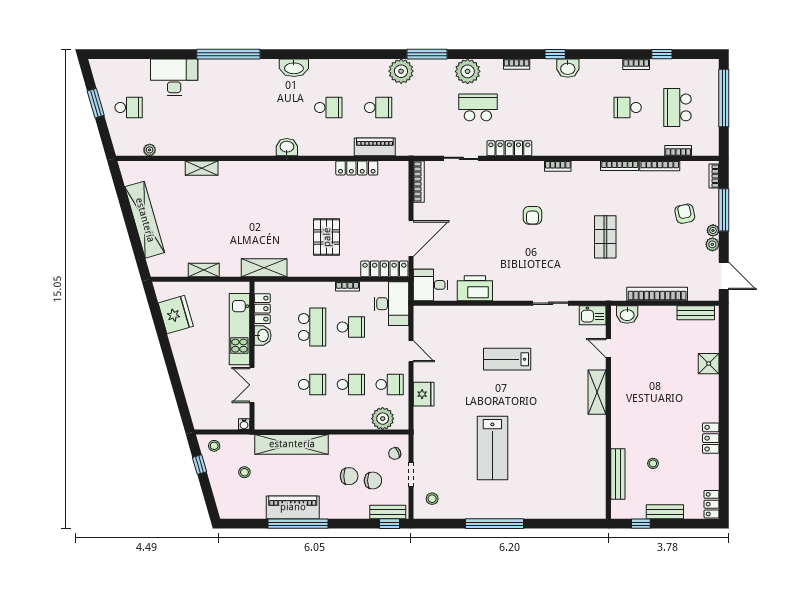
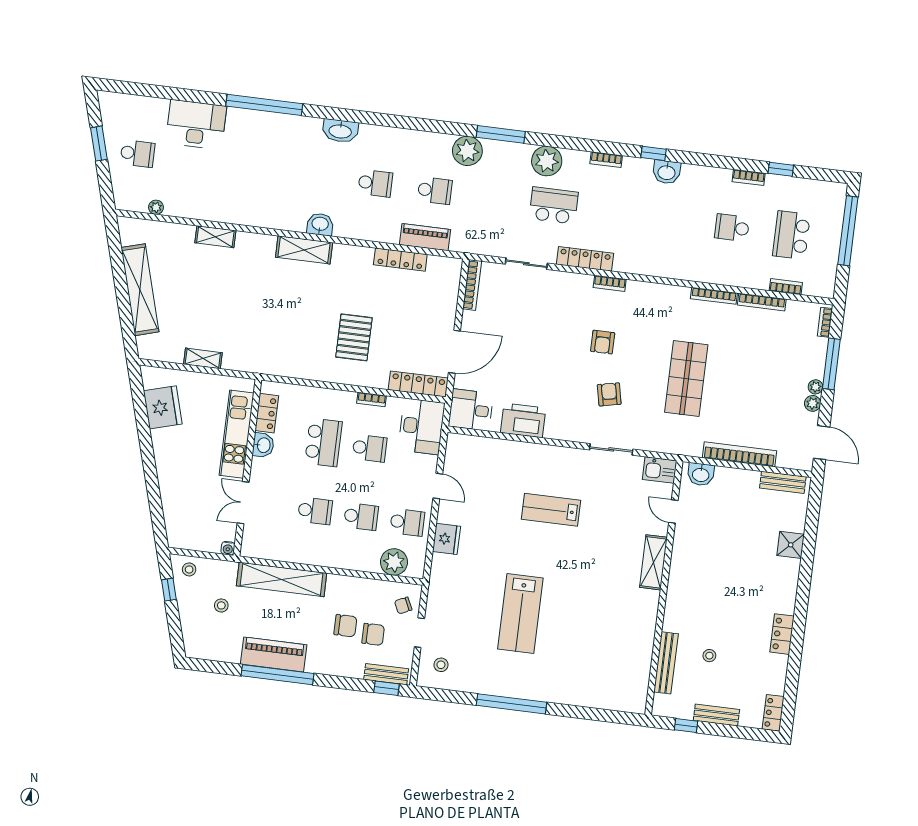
bookcase: (558, 166) -> (610, 283), moved
armchair: (685, 214) -> (609, 394), moved
shop shelf: (605, 237) -> (686, 379), width x1.43, depth x1.36
shelving: (264, 268) -> (304, 250), moved

